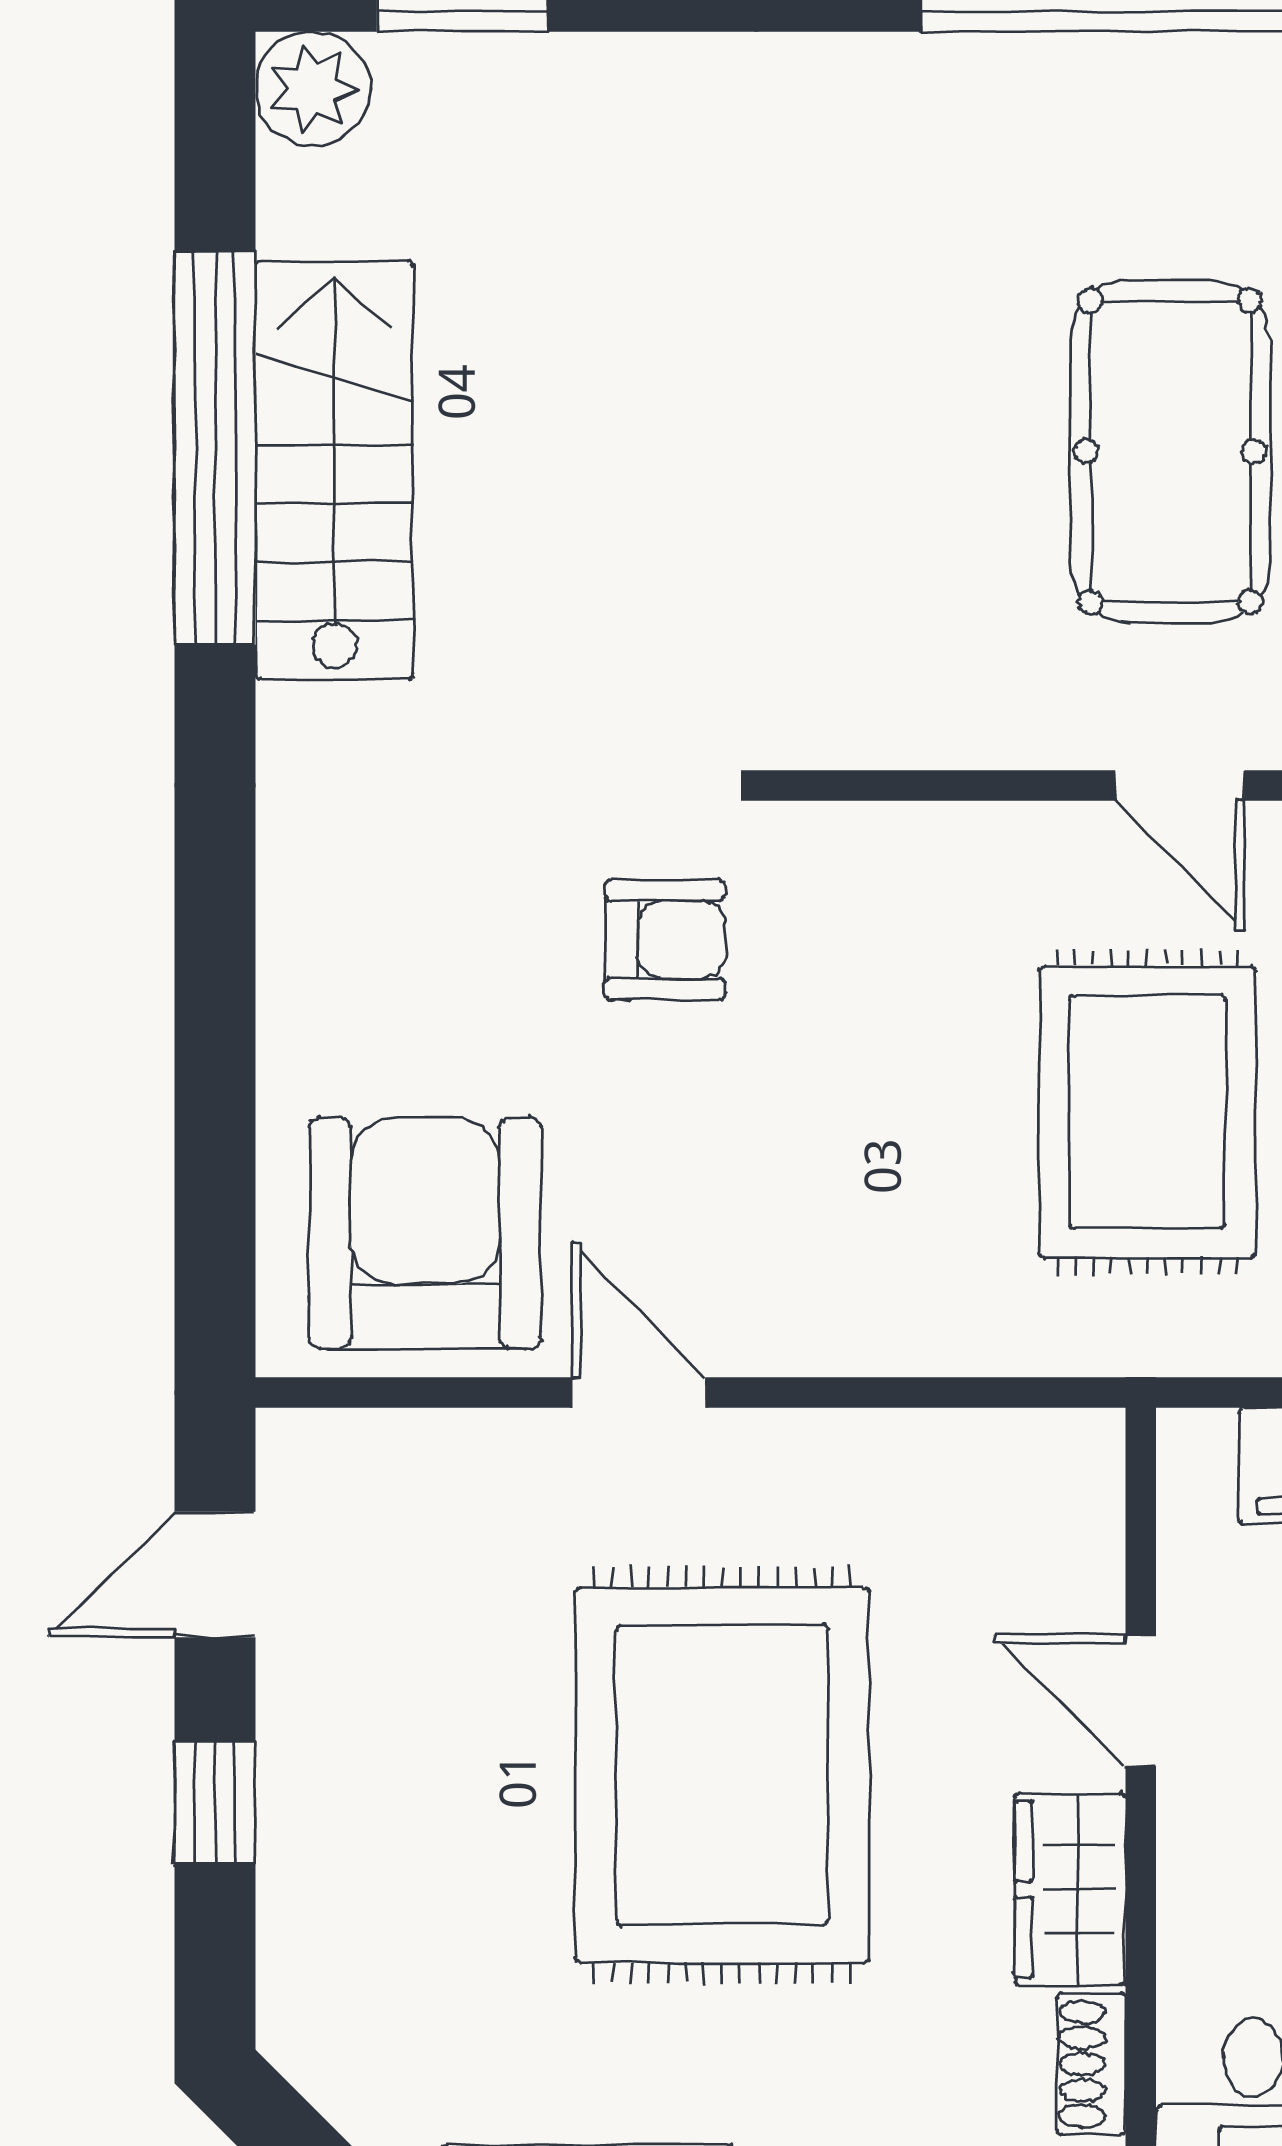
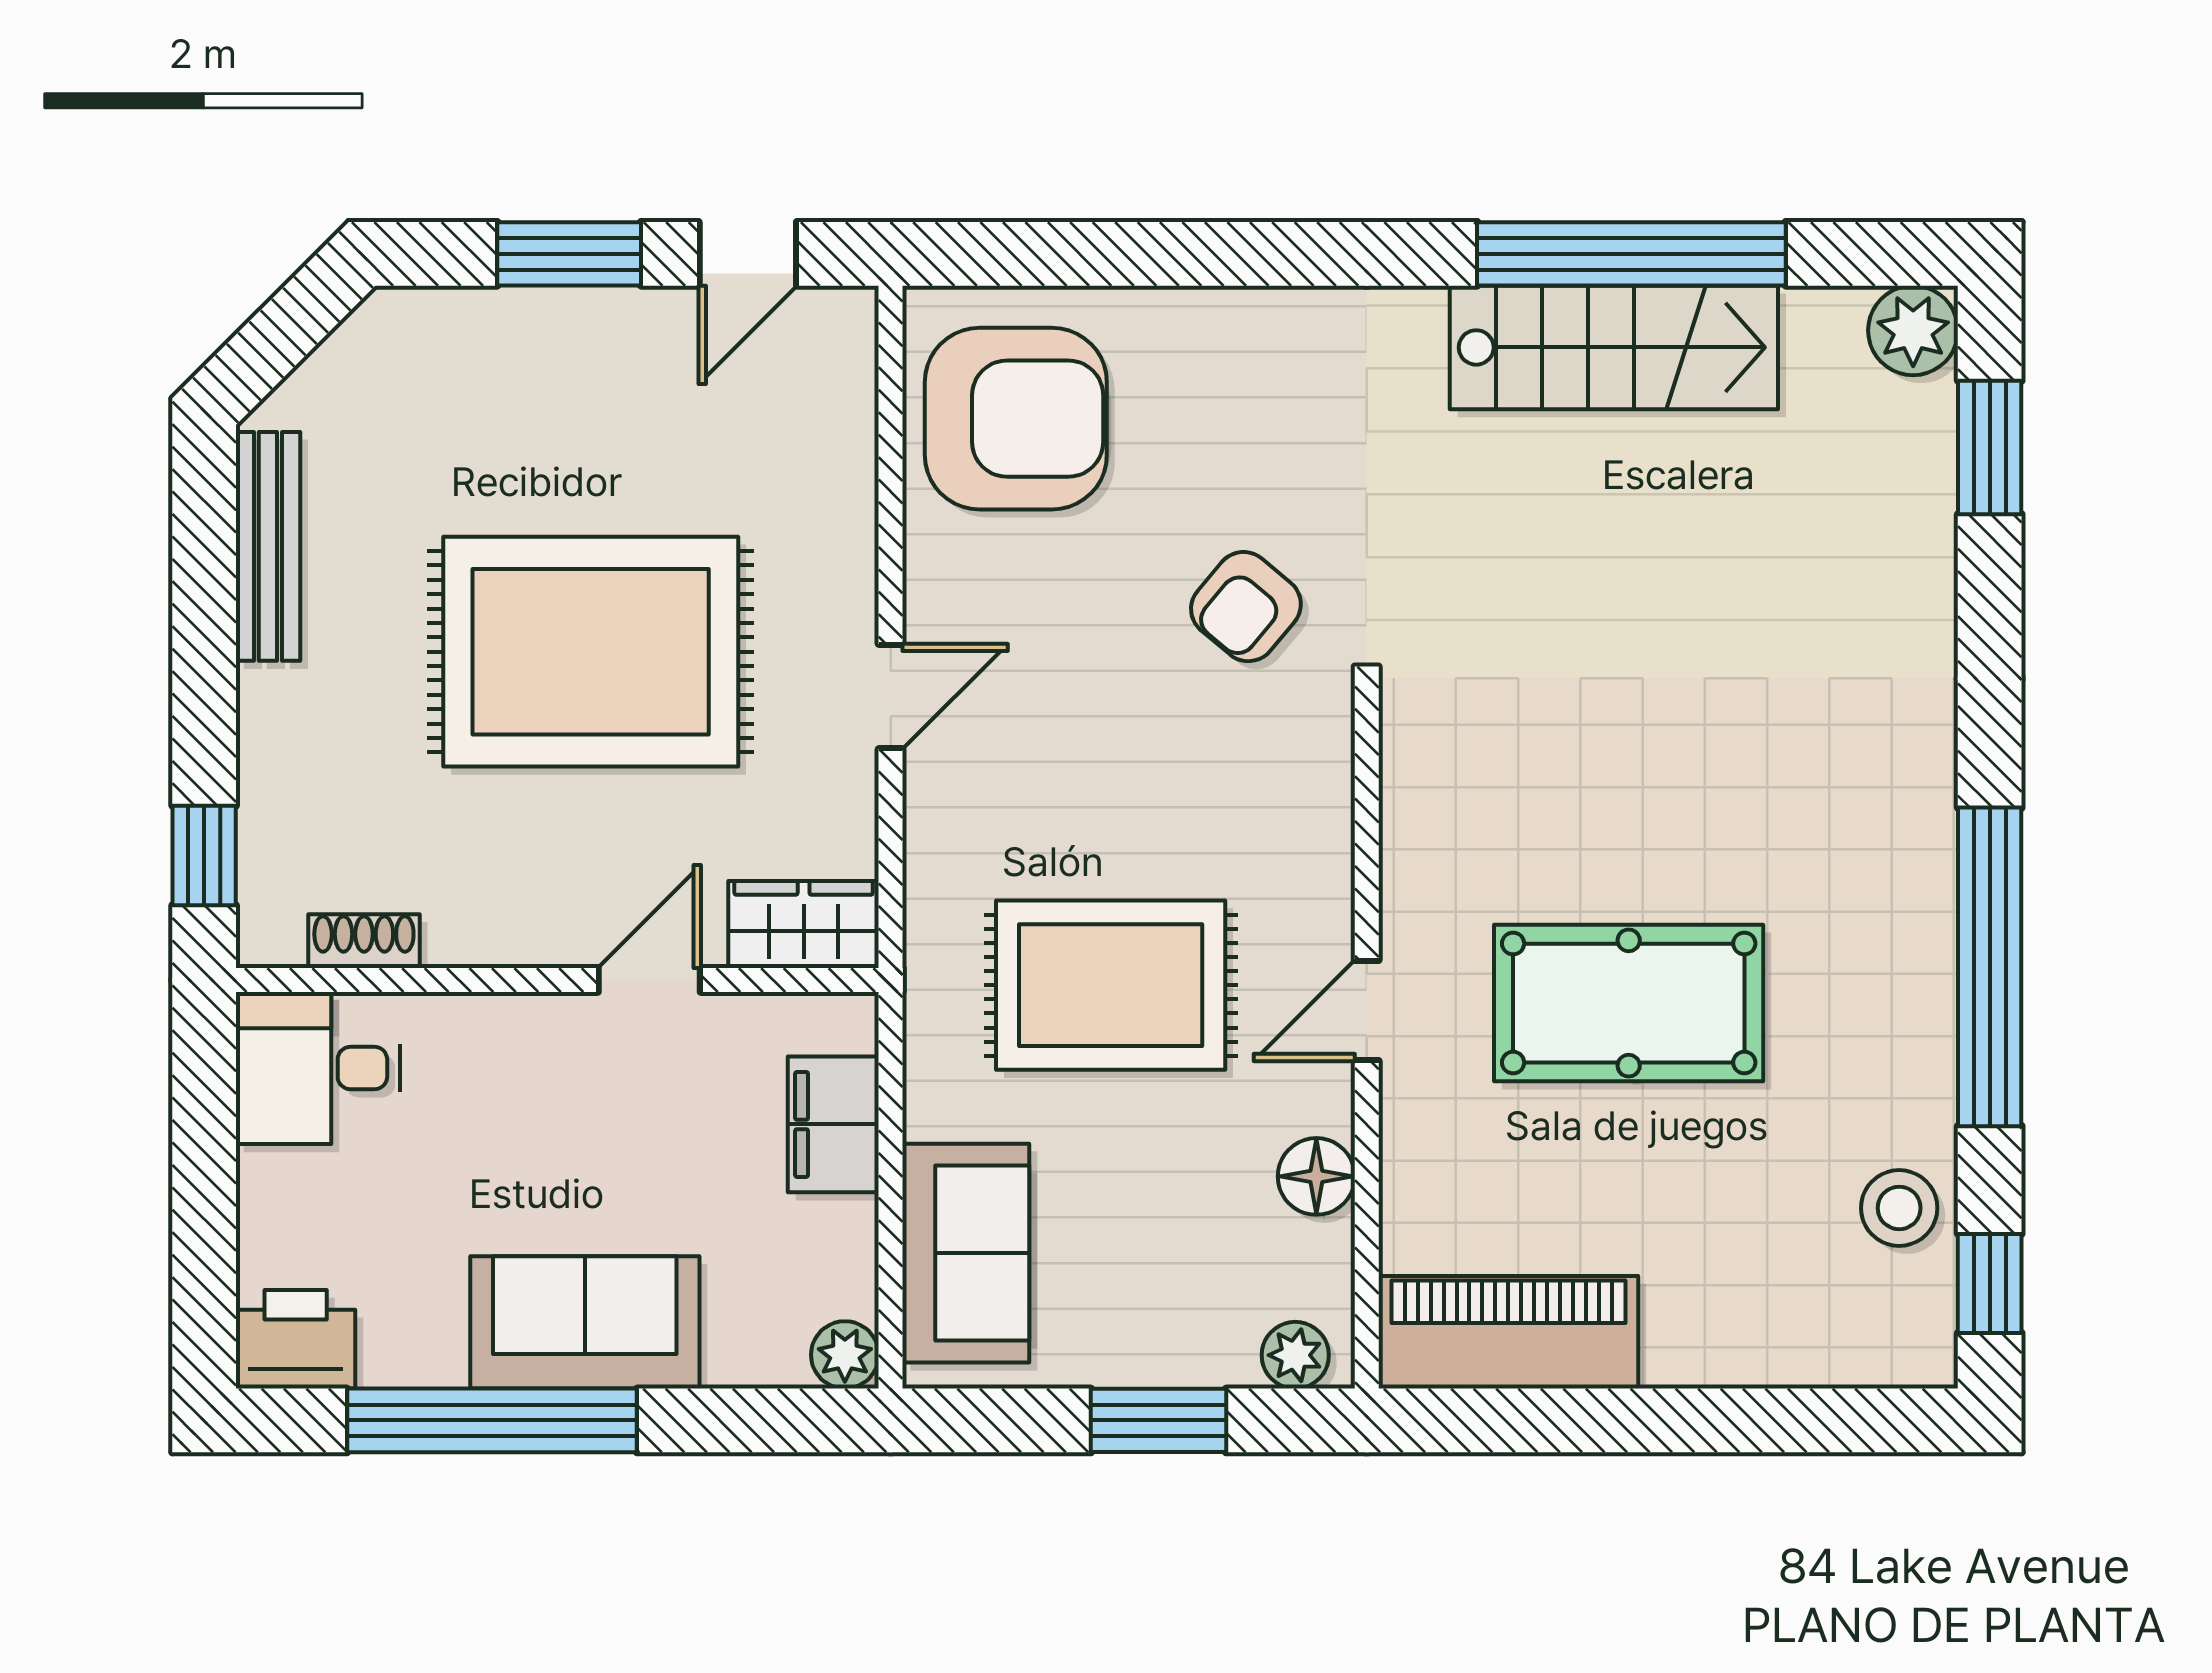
armchair: (665, 939) -> (1246, 607), turned 40
door: (638, 1393) -> (891, 696), moved
door: (215, 1574) -> (748, 254), swing flipped
window: (215, 1802) -> (569, 254), width x1.50
wardrobe: (1070, 1889) -> (804, 925), moved

